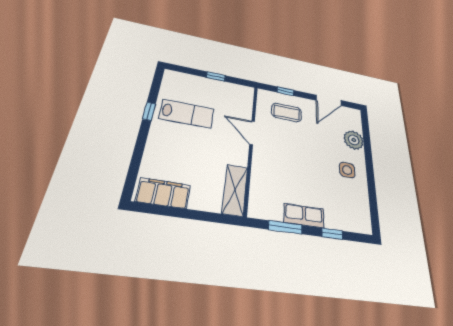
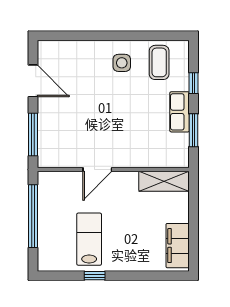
window: (216, 76) -> (33, 216), width x3.17
window: (286, 91) -> (33, 134), width x2.17
coffee table: (287, 112) -> (159, 62), moved
plant: (354, 140) -> (82, 52), removed

